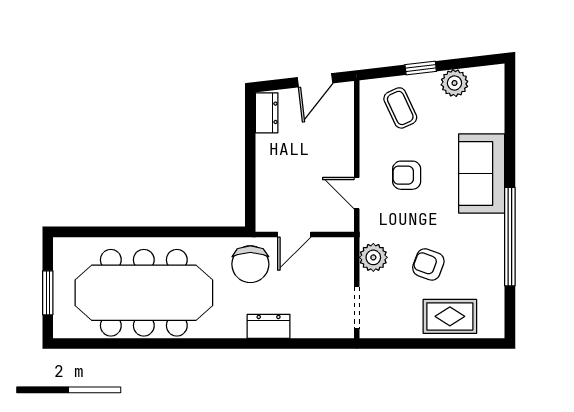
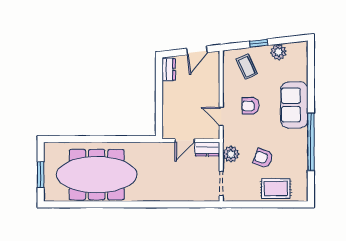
chair: (250, 264) -> (159, 158), removed
dresser: (269, 326) -> (207, 149), moved, turned 180

